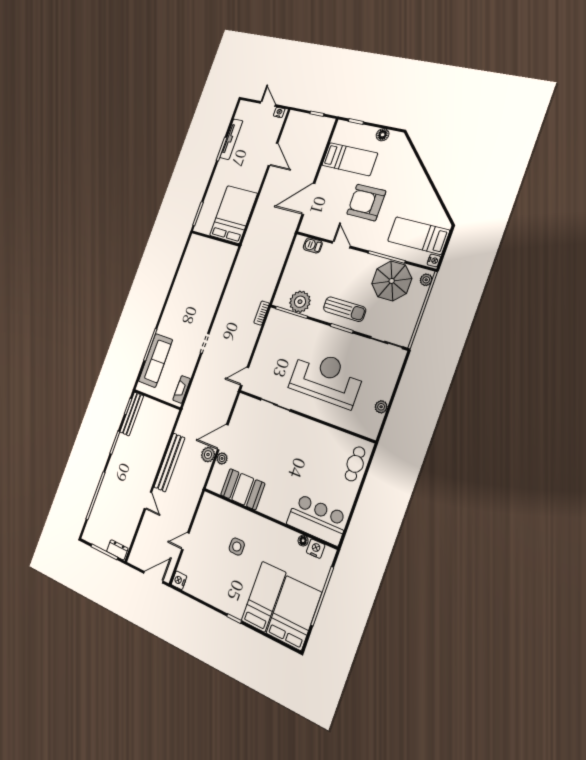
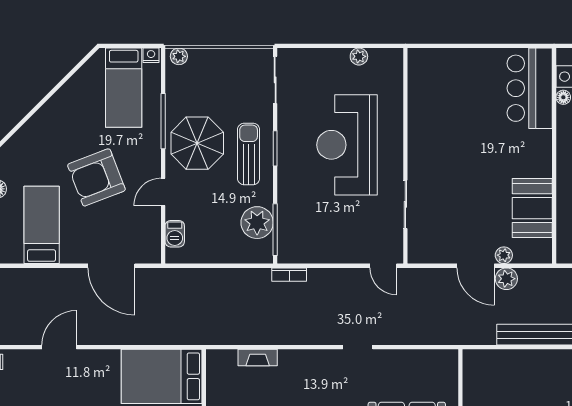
armchair: (366, 202) -> (96, 177), turned 69
parasol: (392, 281) -> (197, 143), moved
fireplace: (182, 389) -> (258, 358), moved
cafe table: (355, 464) -> (442, 64), removed

